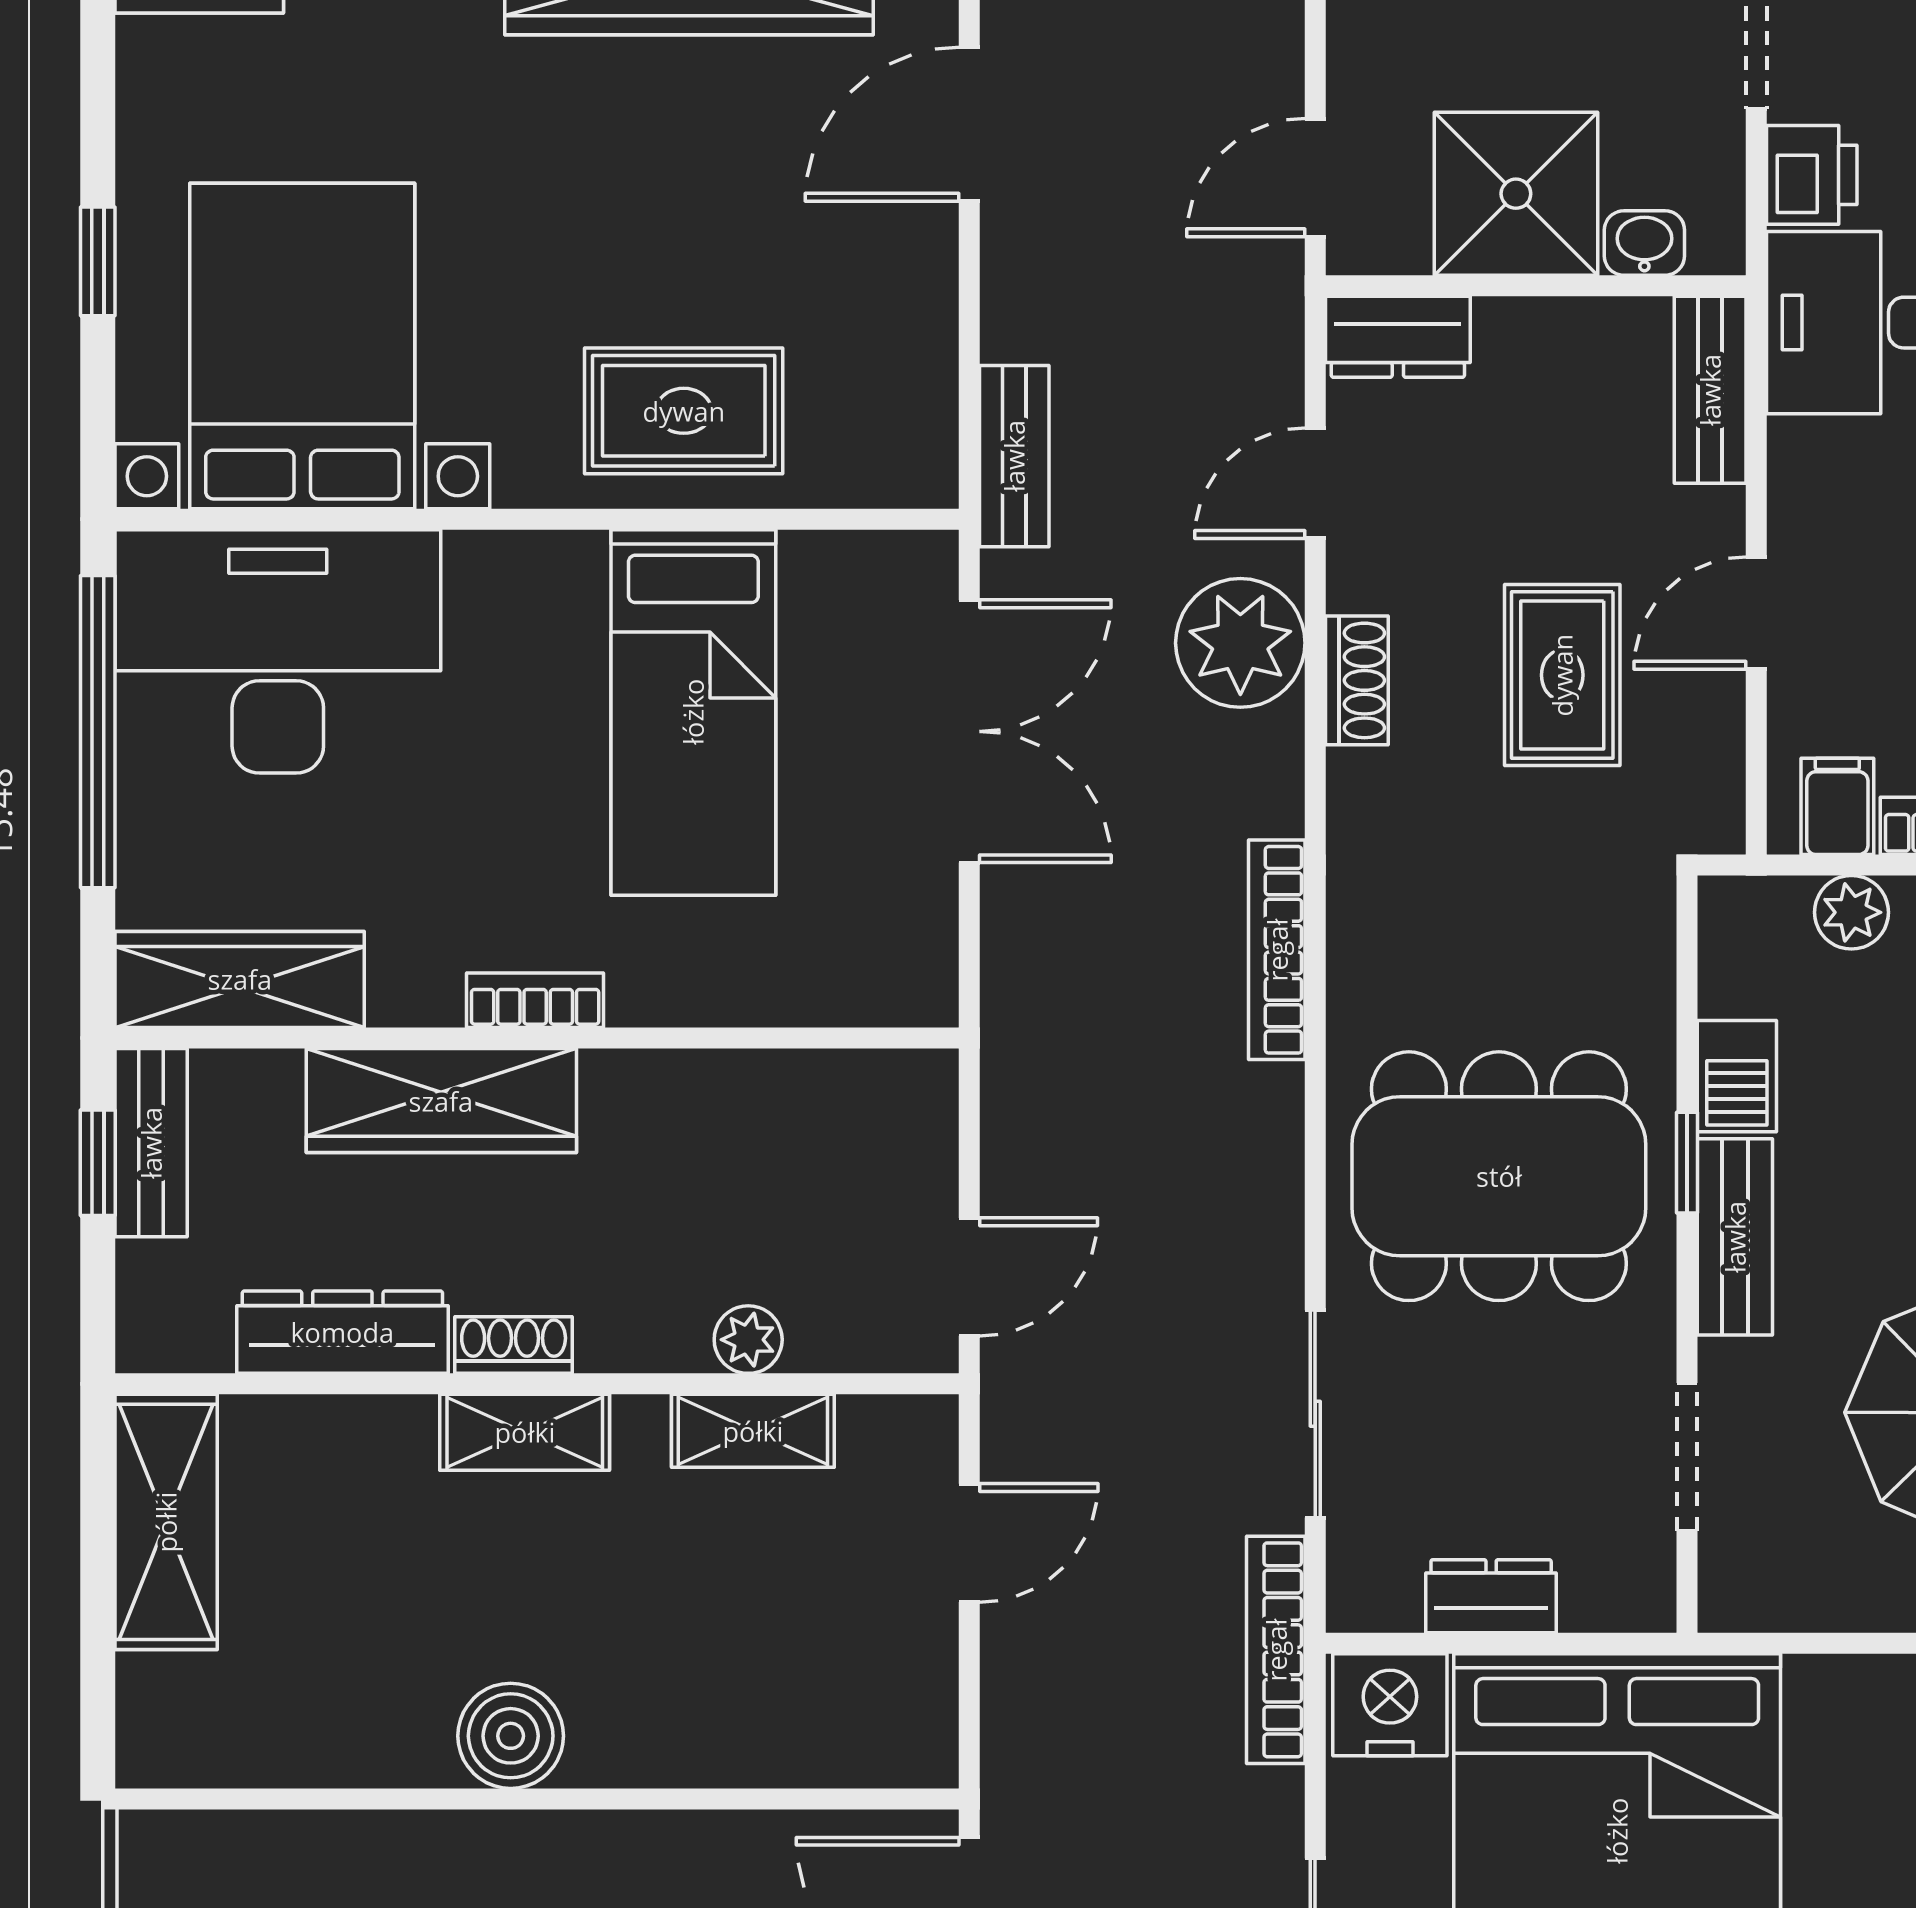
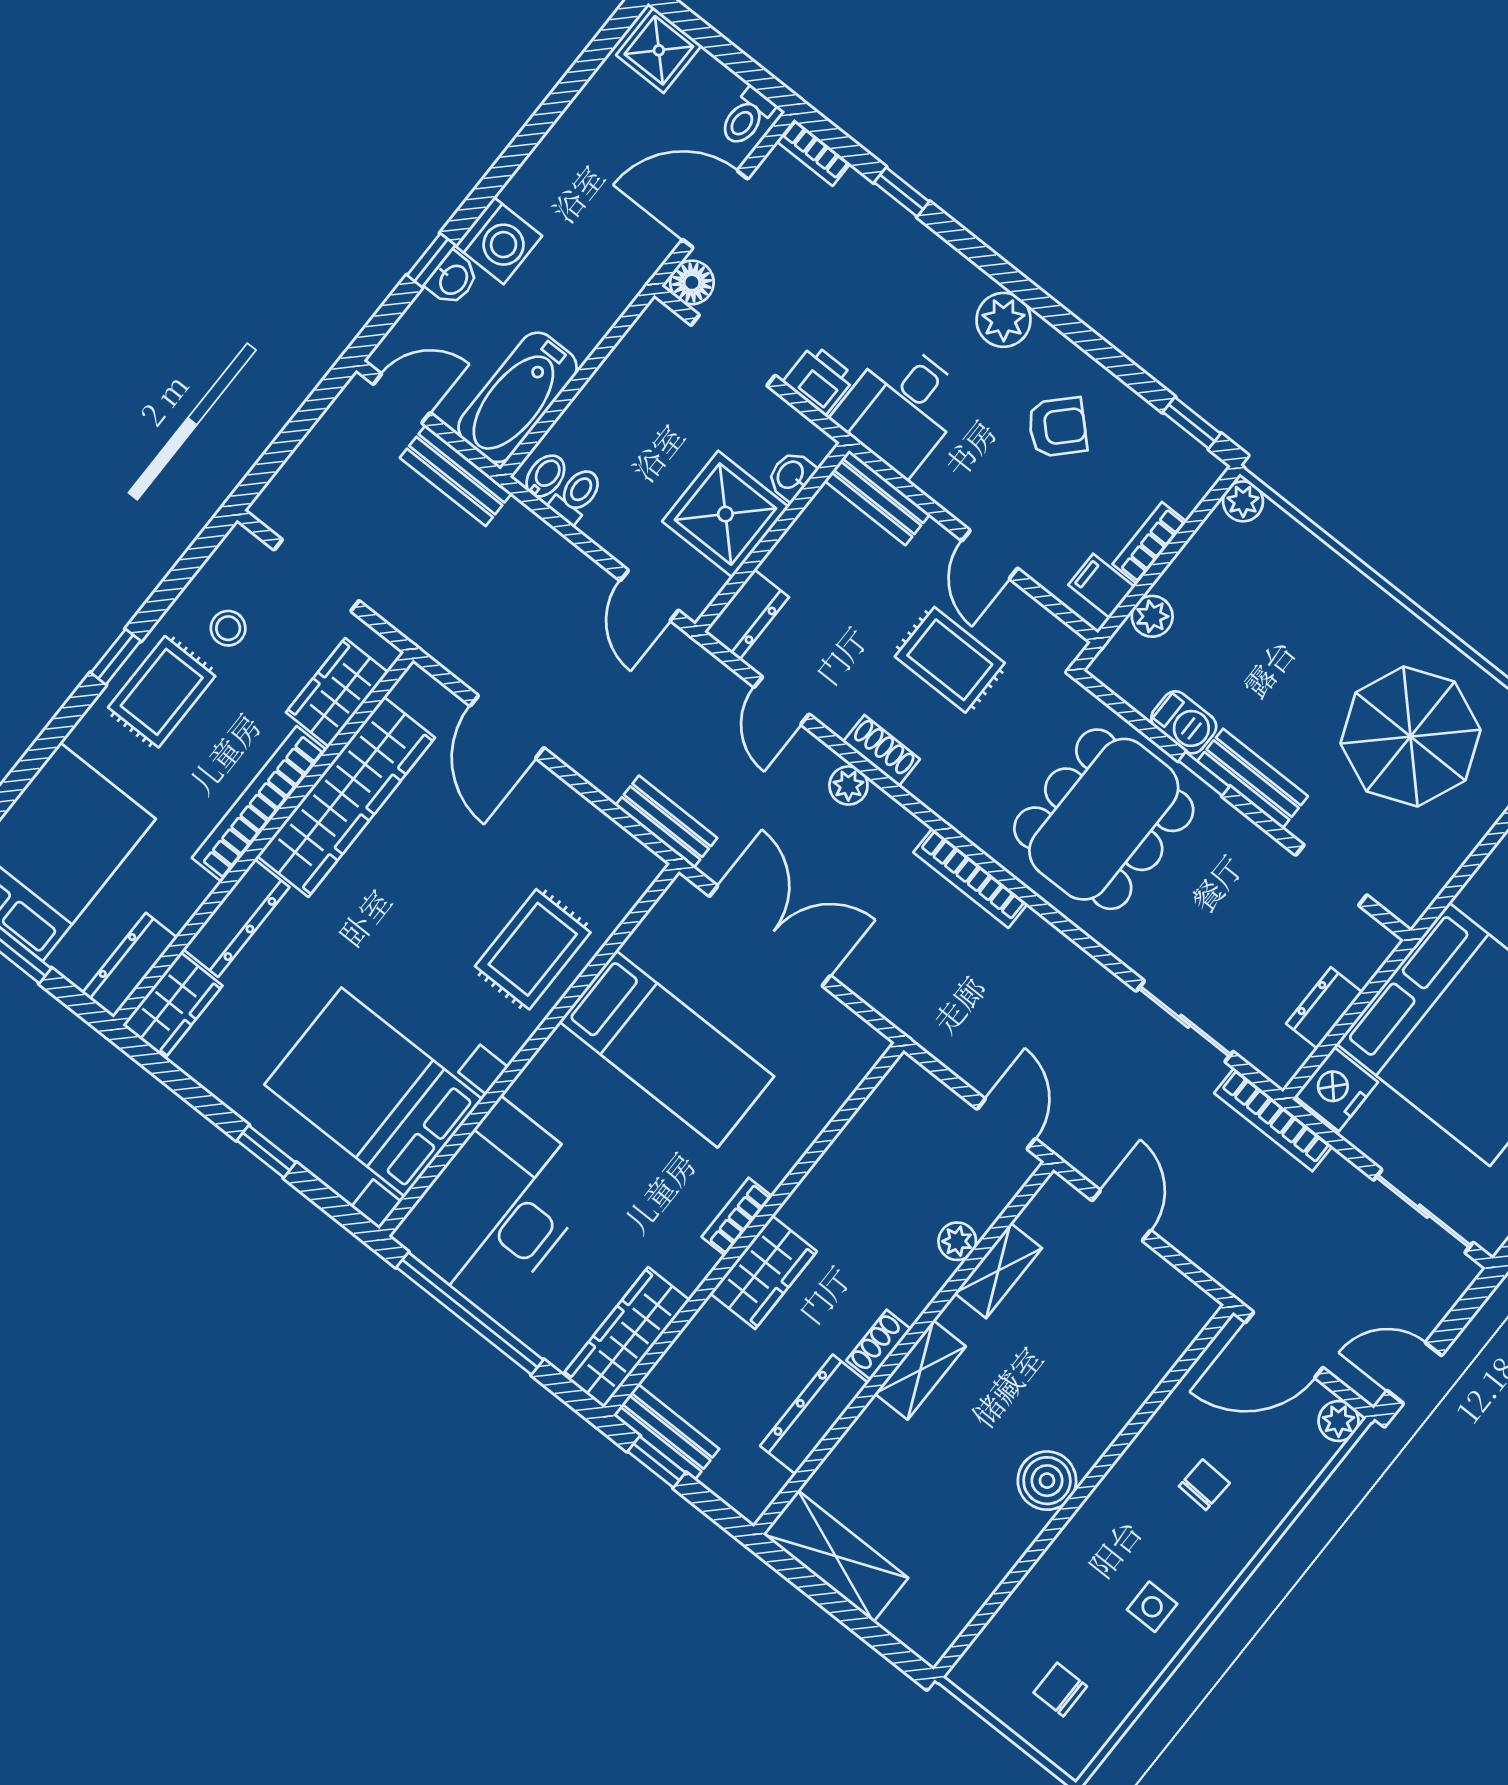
plant: (1240, 643) -> (848, 786), width x0.53, depth x0.53
wardrobe: (441, 1101) -> (763, 1272), width x0.67
dining table: (1499, 1176) -> (1104, 819), moved

